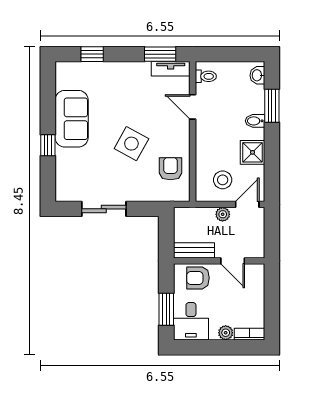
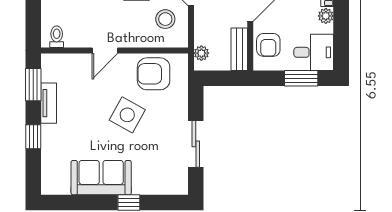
window: (92, 54) -> (33, 137), moved
tv unit: (171, 69) -> (49, 103), moved
door: (193, 107) -> (105, 51), moved
armchair: (170, 169) -> (154, 74), width x1.38, depth x1.38
plant: (223, 214) -> (201, 53), moved

